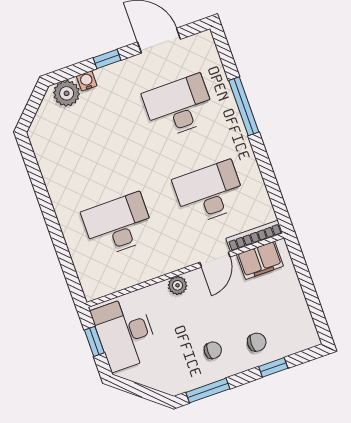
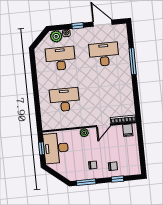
desk: (209, 193) -> (60, 59), moved
filing cabinet: (260, 260) -> (128, 130), width x0.50

